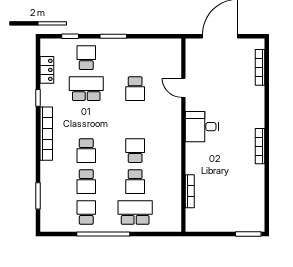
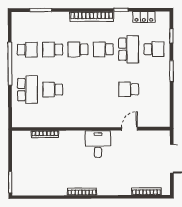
school desk: (135, 151) -> (103, 49), moved, turned 180

